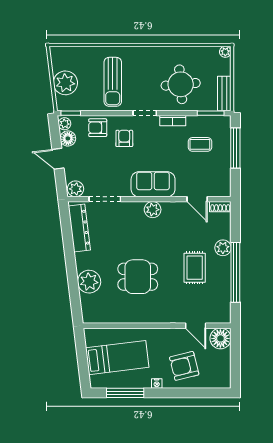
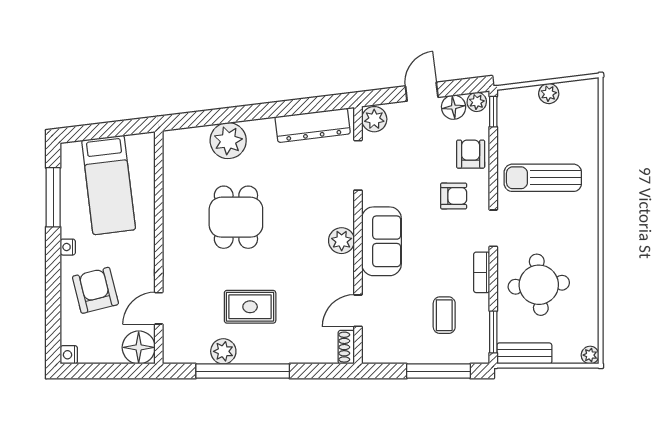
plant: (65, 83) -> (549, 94), width x0.53, depth x0.53
plant: (223, 248) -> (223, 351), moved
nightstand: (225, 383) -> (69, 355), added

